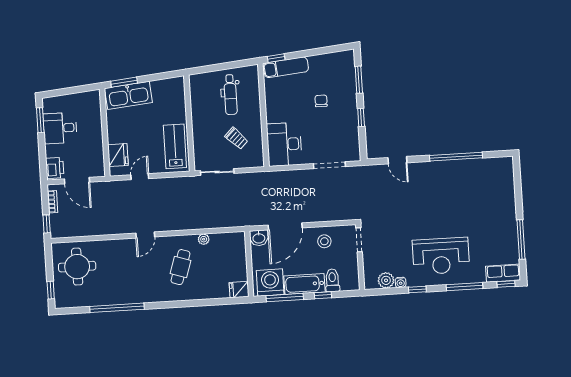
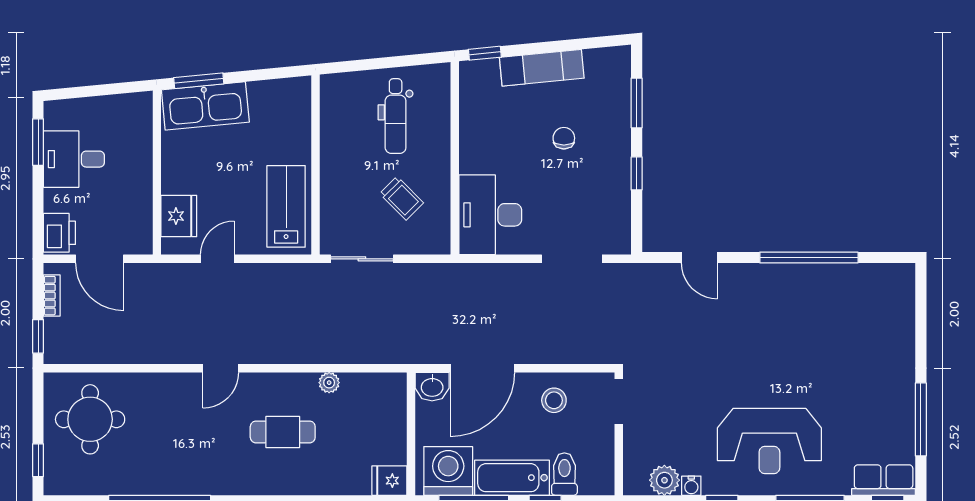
exam couch: (286, 67) -> (542, 68), moved
cafe table: (180, 267) -> (283, 432), turned 72

